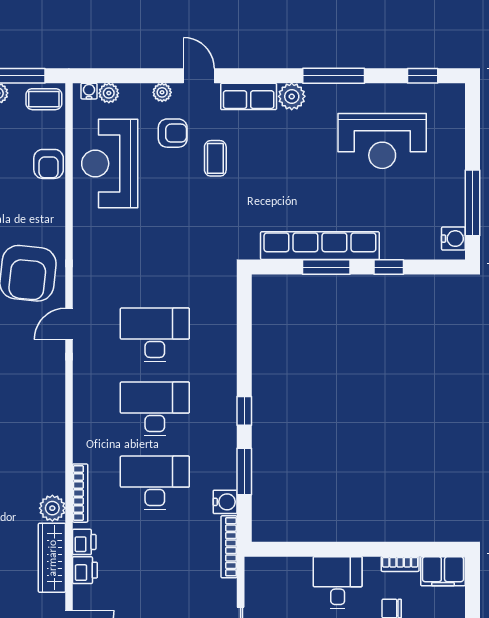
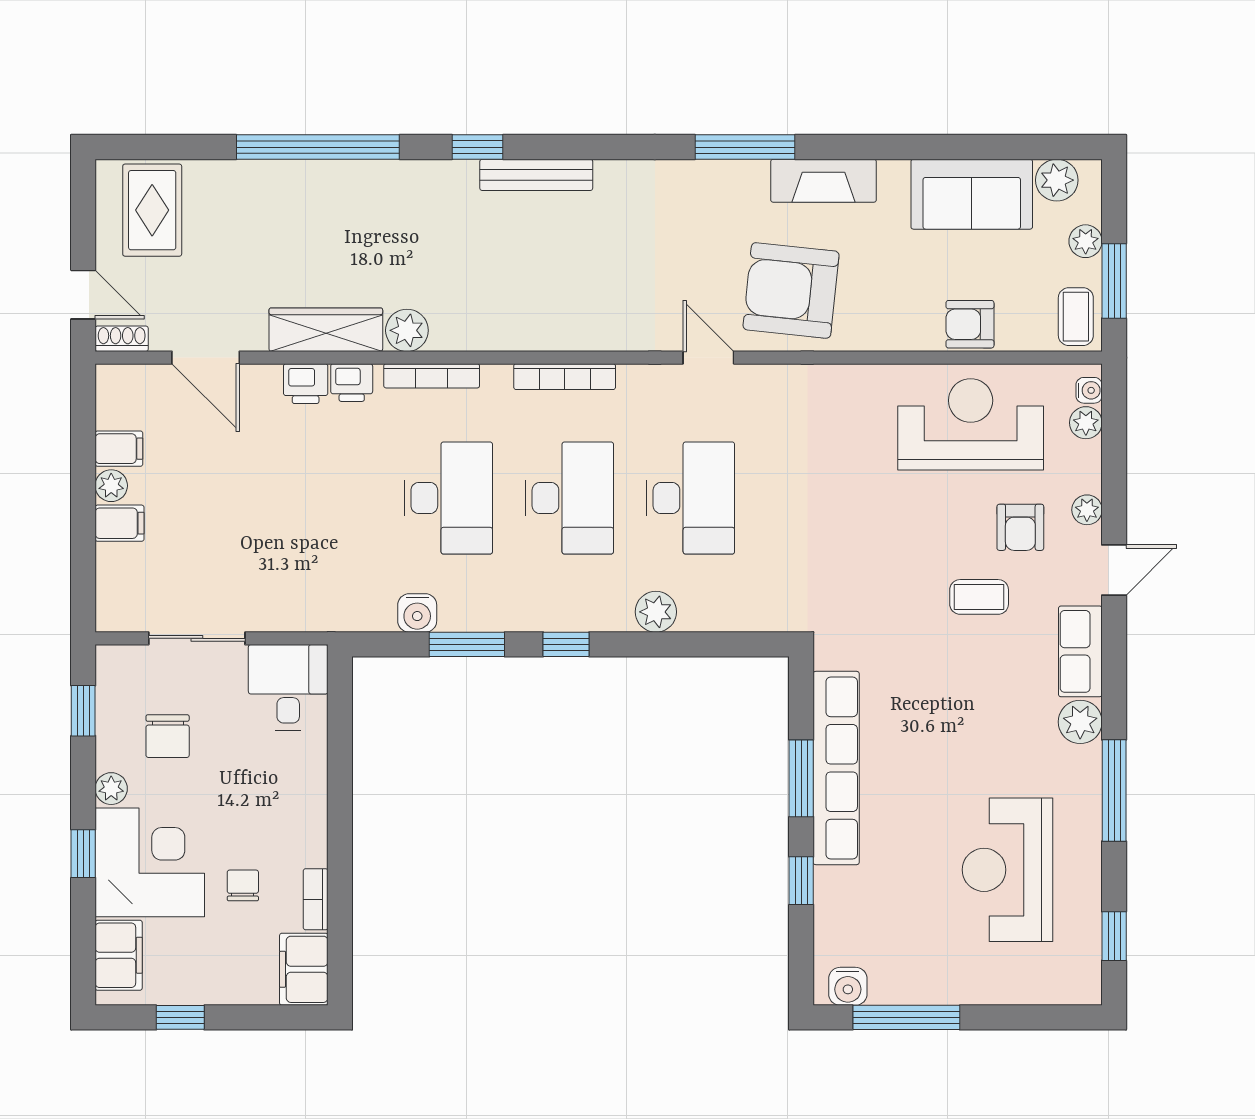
plant: (224, 356) -> (656, 612), added
bookcase: (229, 547) -> (565, 377), moved, turned 180
desk: (338, 583) -> (288, 687), moved, turned -90

